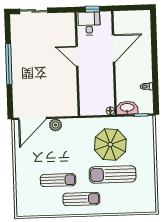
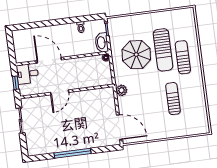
sliding door: (34, 11) -> (21, 121), moved
desk: (89, 23) -> (28, 74), moved
plant: (55, 125) -> (121, 90), moved
sun lounger: (81, 199) -> (183, 57), moved

